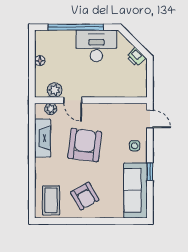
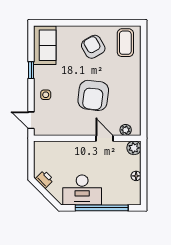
plant: (55, 90) -> (134, 148), moved
fireplace: (43, 138) -> (133, 102), removed
sofa: (135, 190) -> (45, 45), width x0.73

